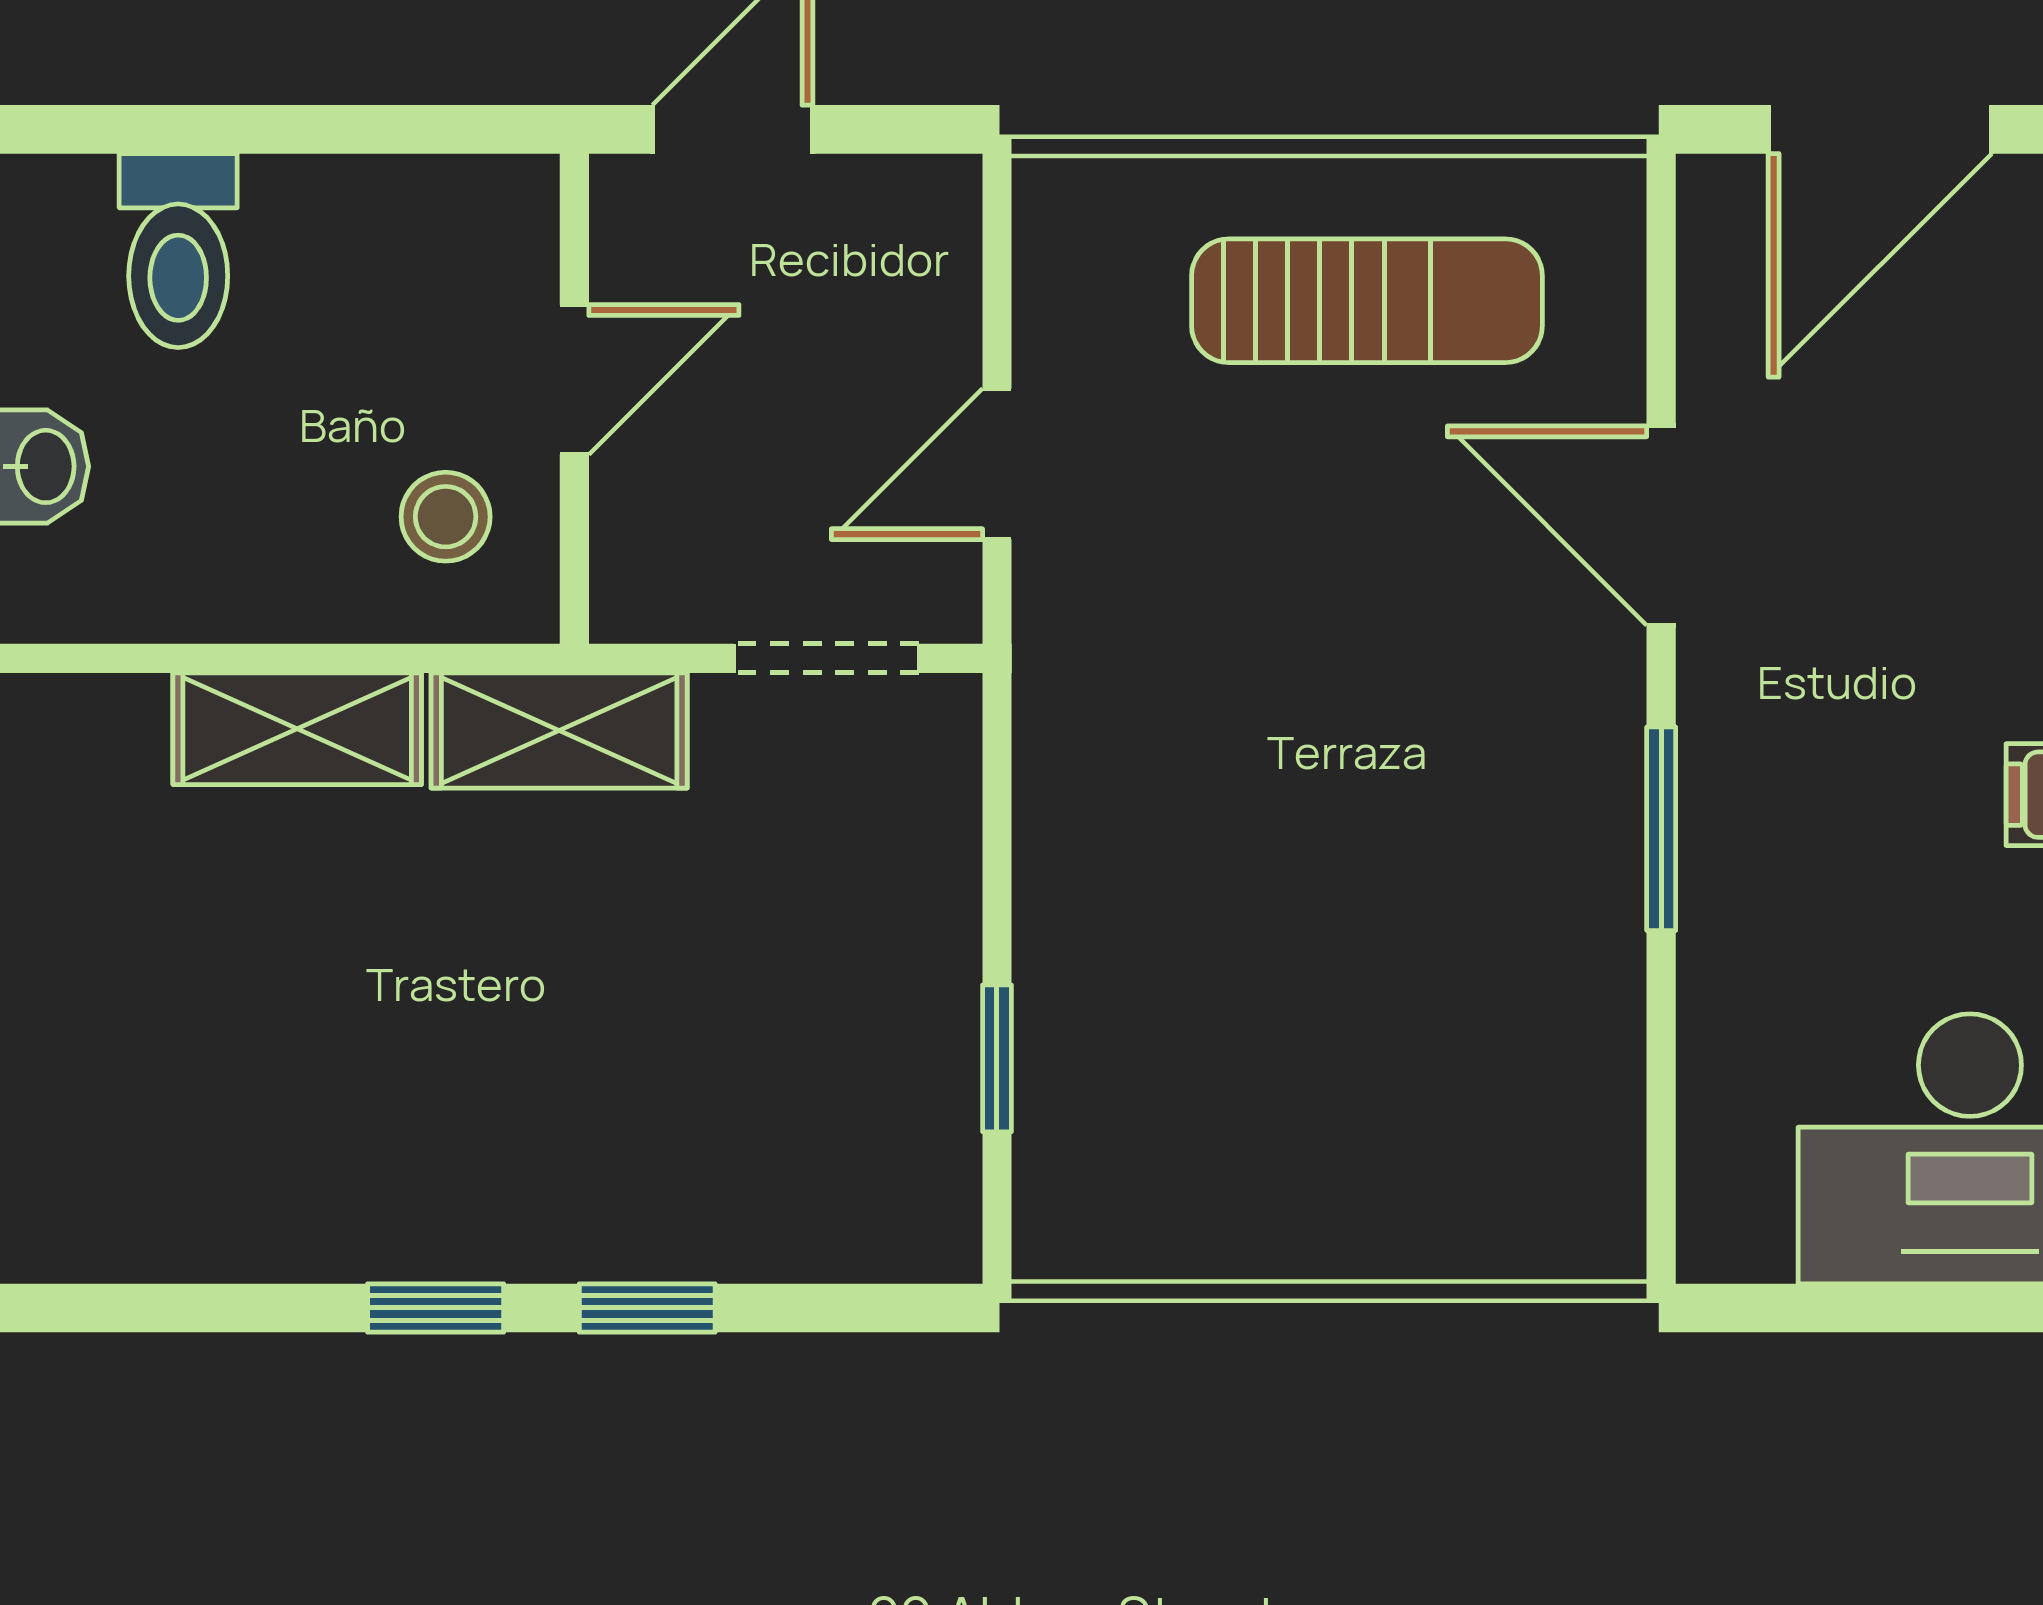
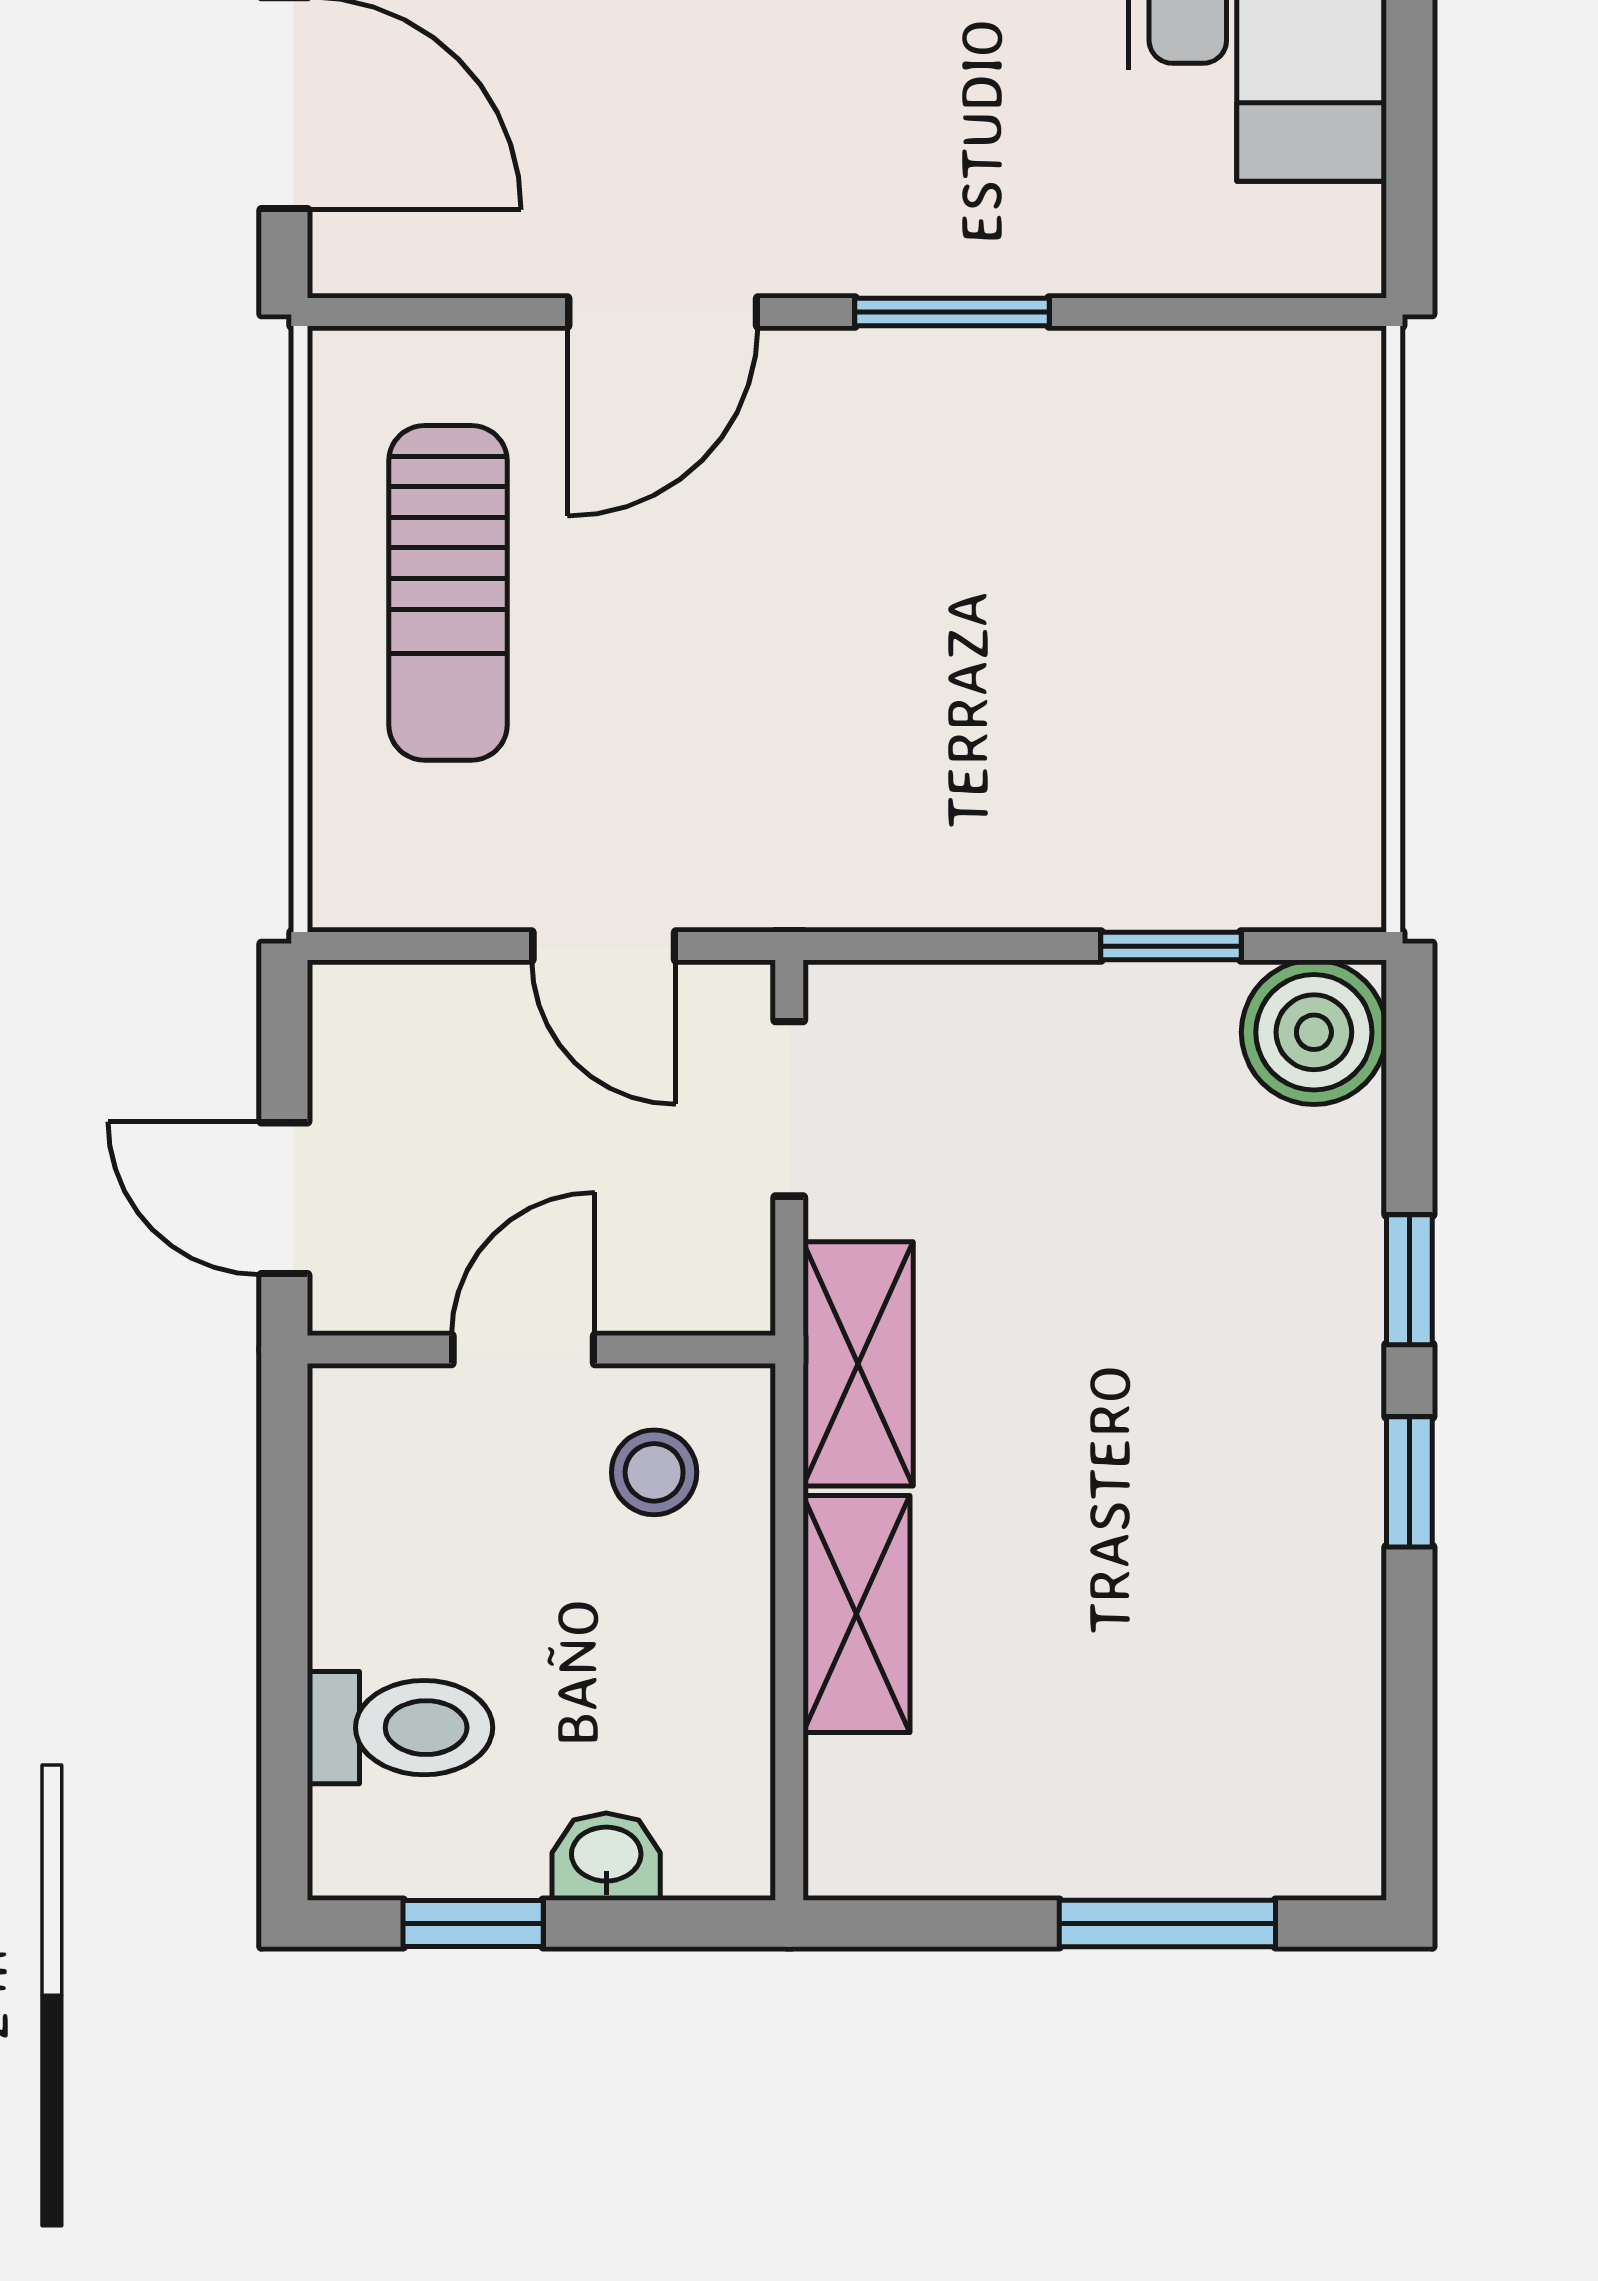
sun lounger: (1367, 301) -> (448, 593), turned 180
door: (574, 380) -> (523, 1349), hinge flipped
boiler: (907, 1208) -> (1314, 1032), added

